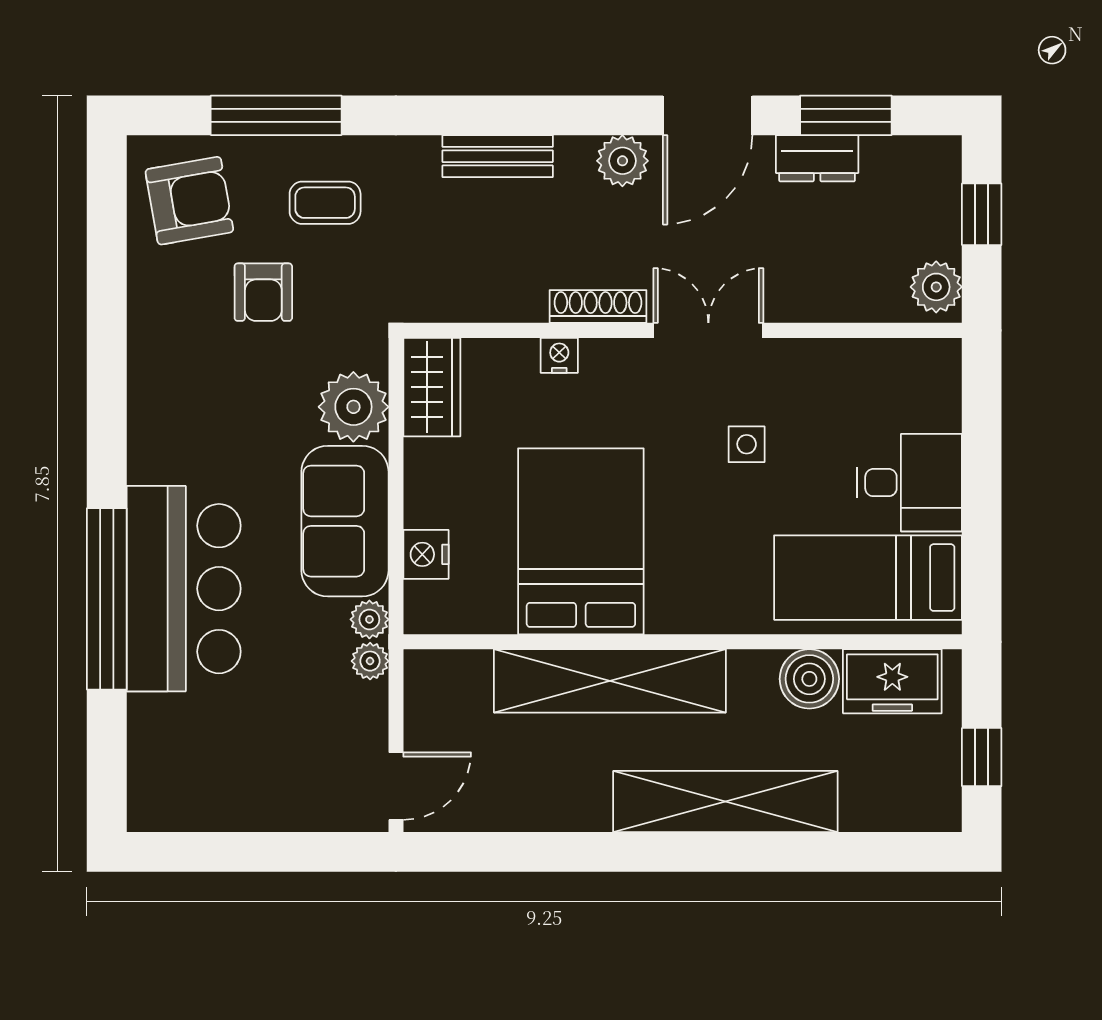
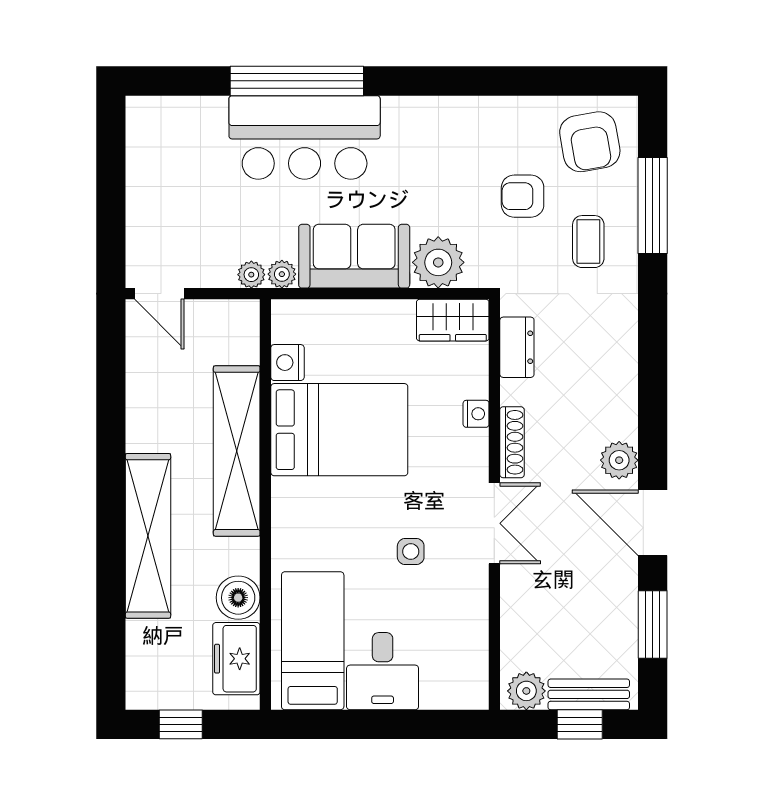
bench: (498, 156) -> (589, 694), moved, turned 90
dresser: (817, 158) -> (517, 347), moved, turned 180
nightstand: (426, 554) -> (287, 363), moved, turned -90

